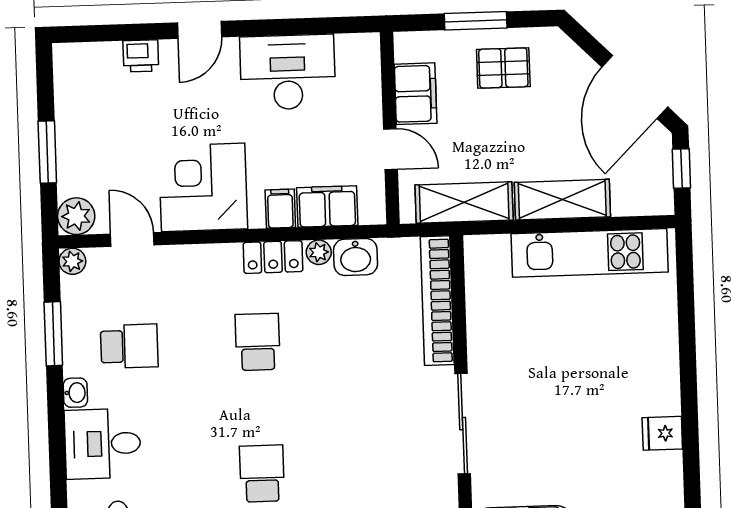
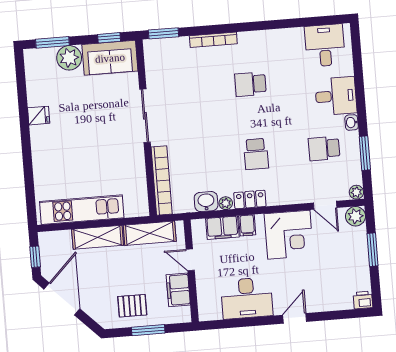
printer: (141, 56) -> (363, 300), moved
school desk: (262, 473) -> (250, 84), turned 90

